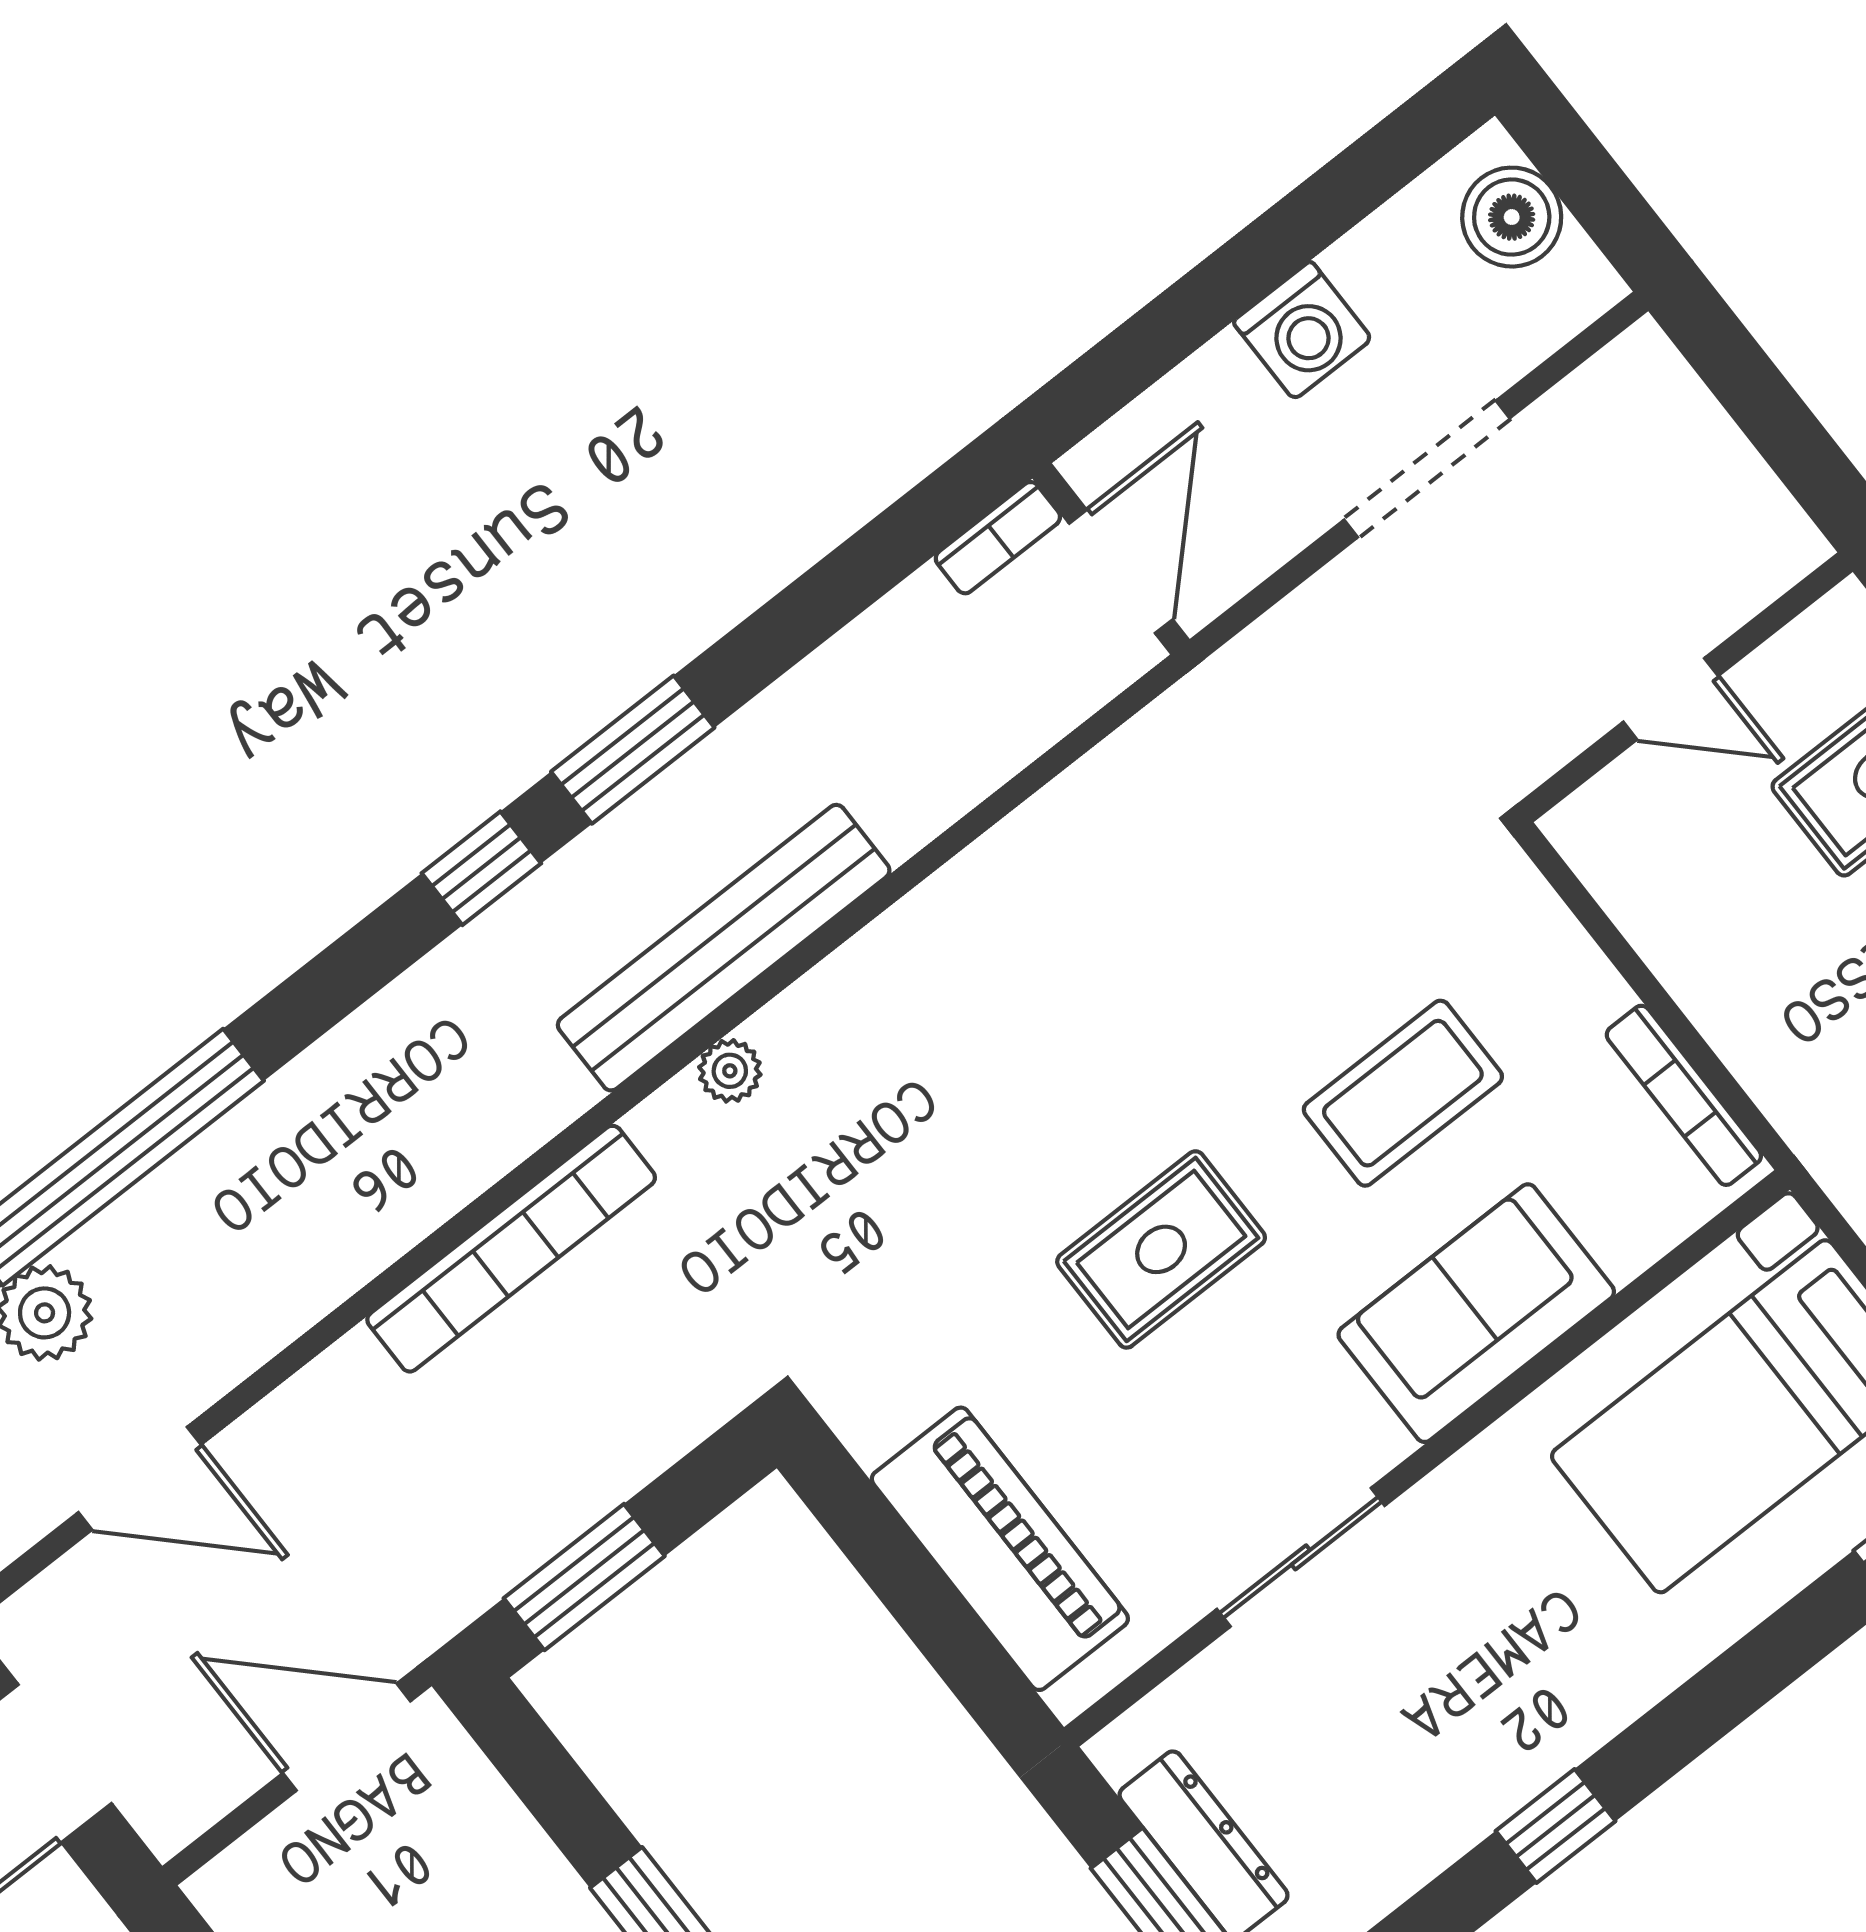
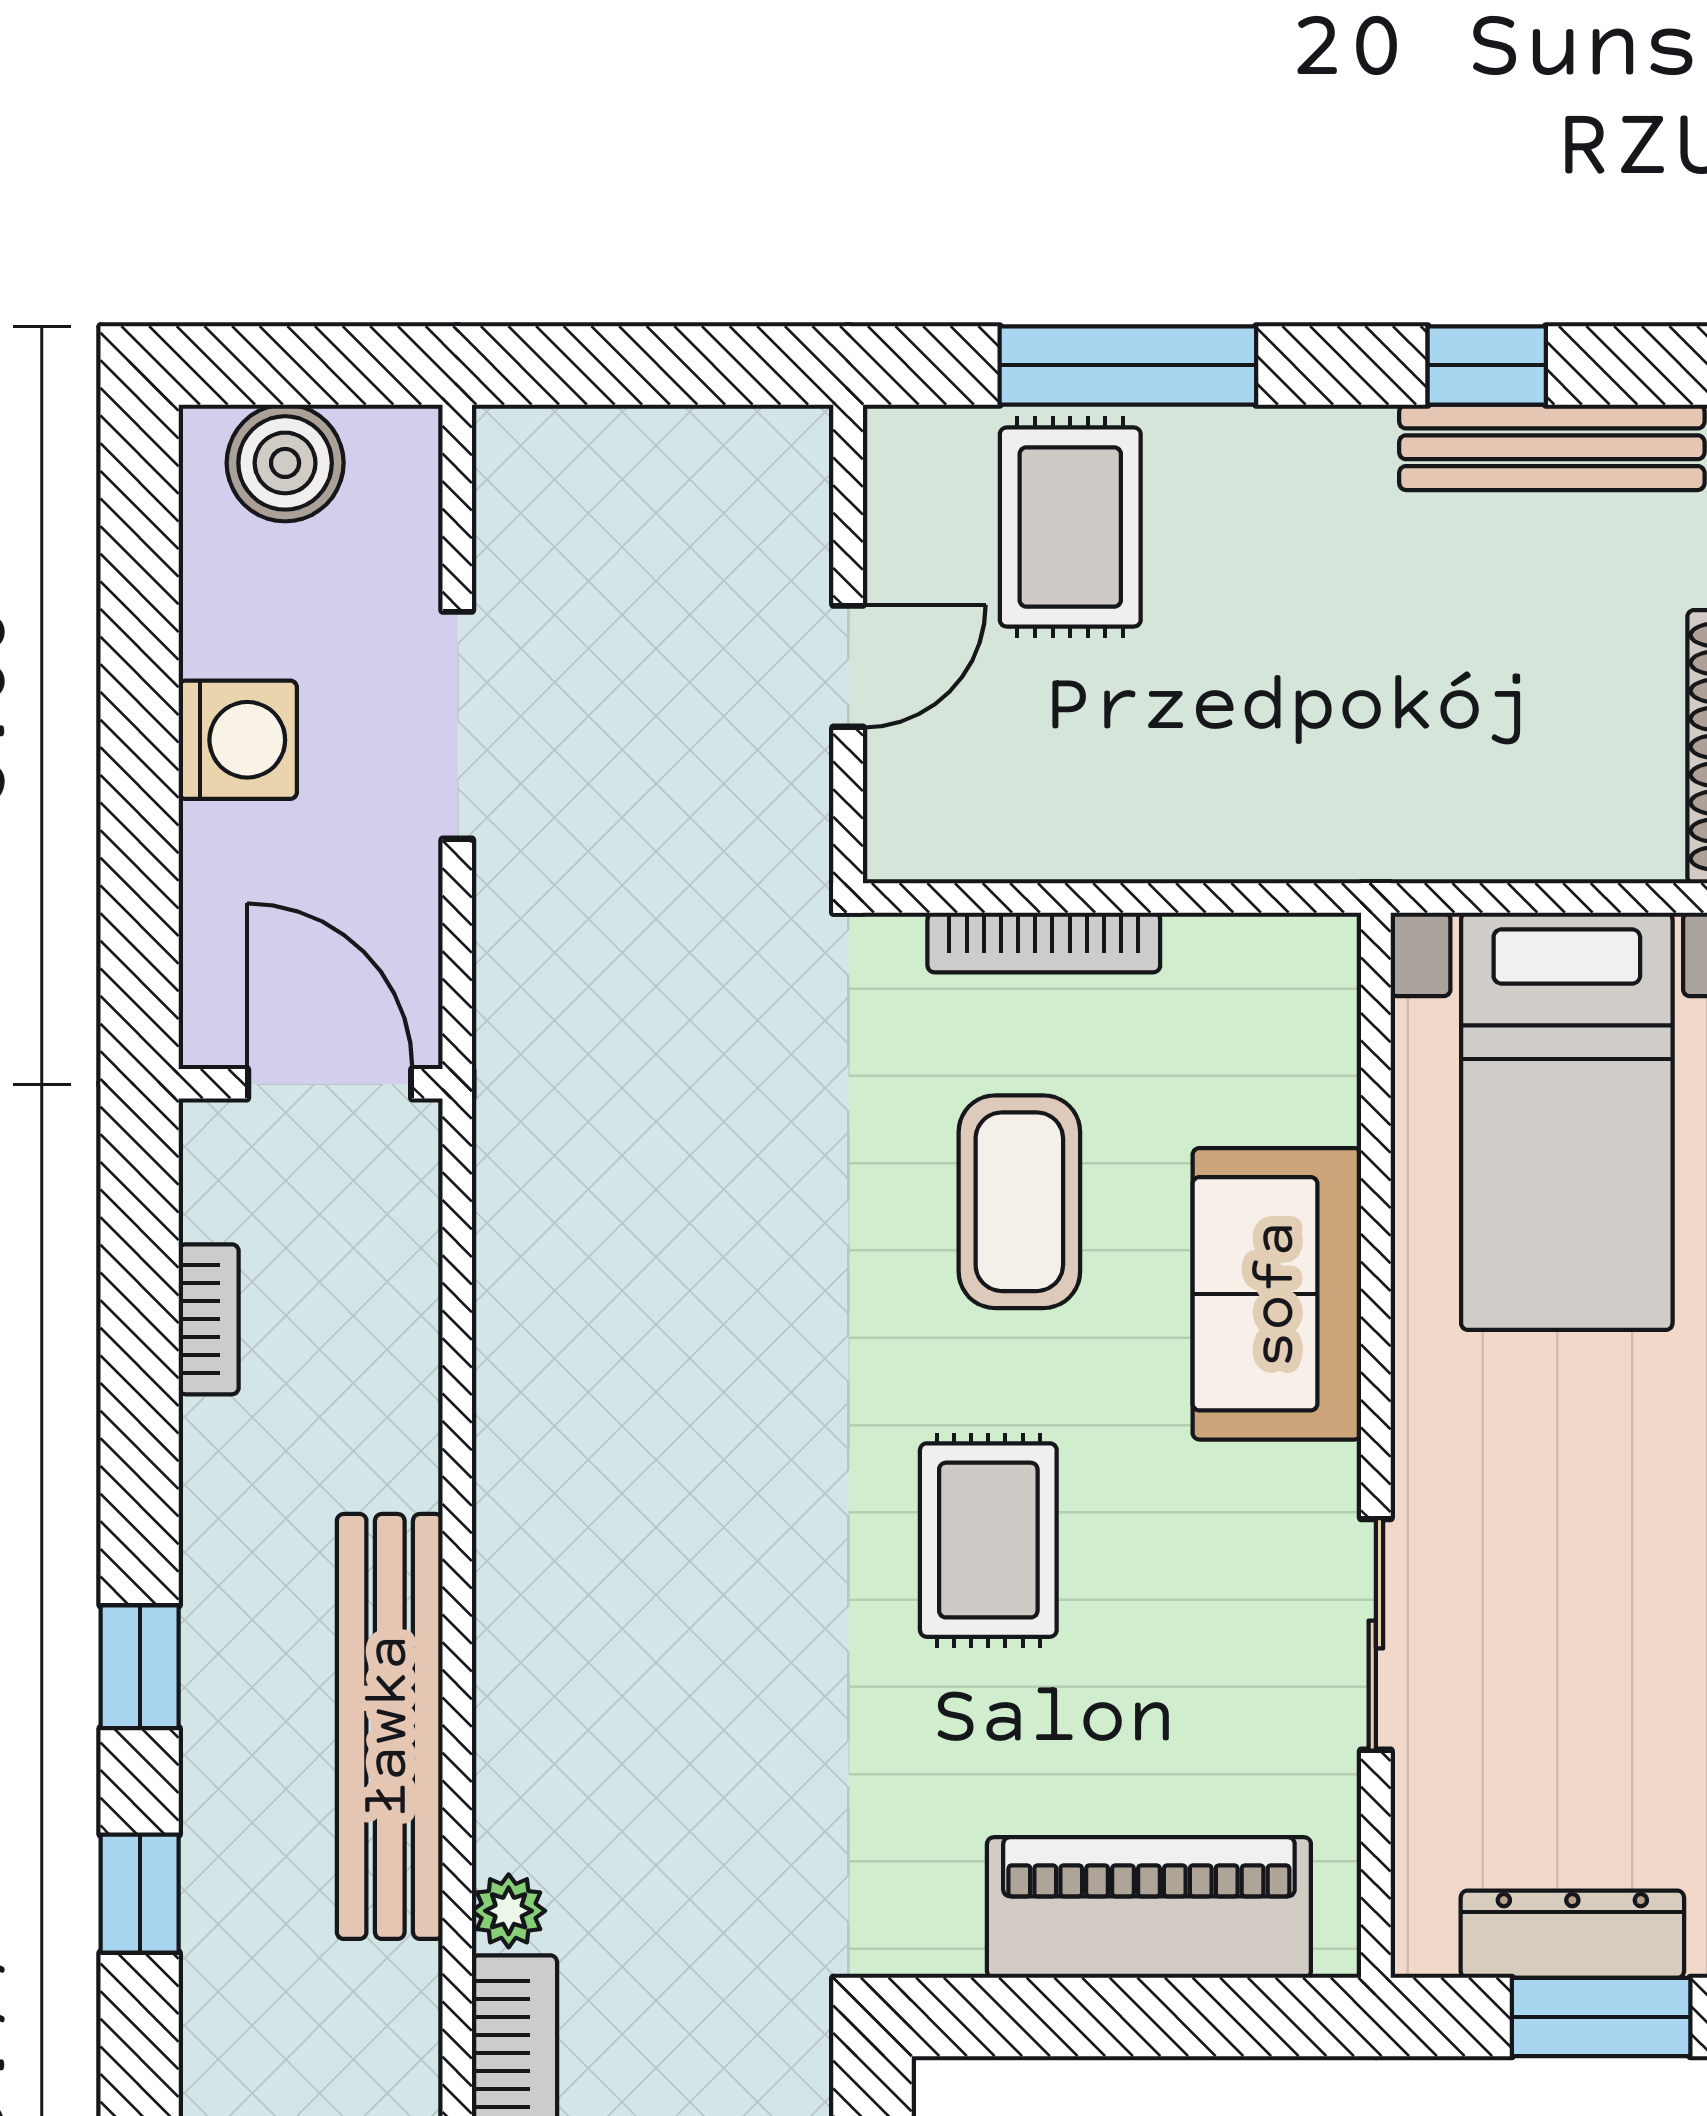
bookcase: (998, 538) -> (209, 1319), moved
window: (633, 750) -> (140, 1667), width x0.67
plant: (730, 1071) -> (509, 1911), moved
bookcase: (1684, 1095) -> (1044, 942), moved

